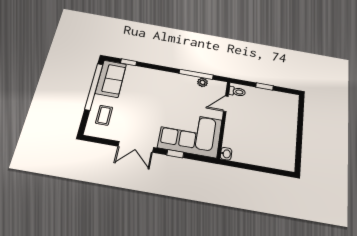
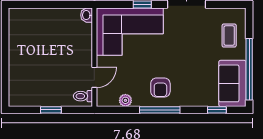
window: (196, 74) -> (160, 110), moved
armchair: (172, 86) -> (160, 87), added

